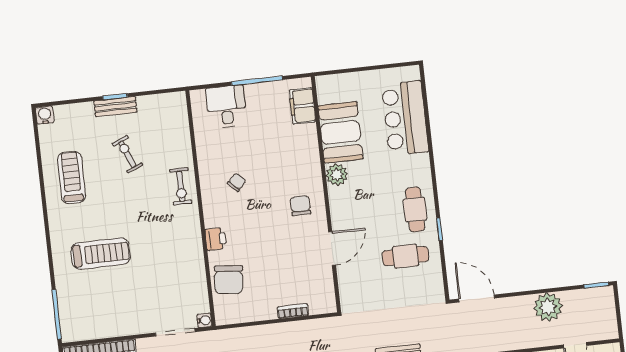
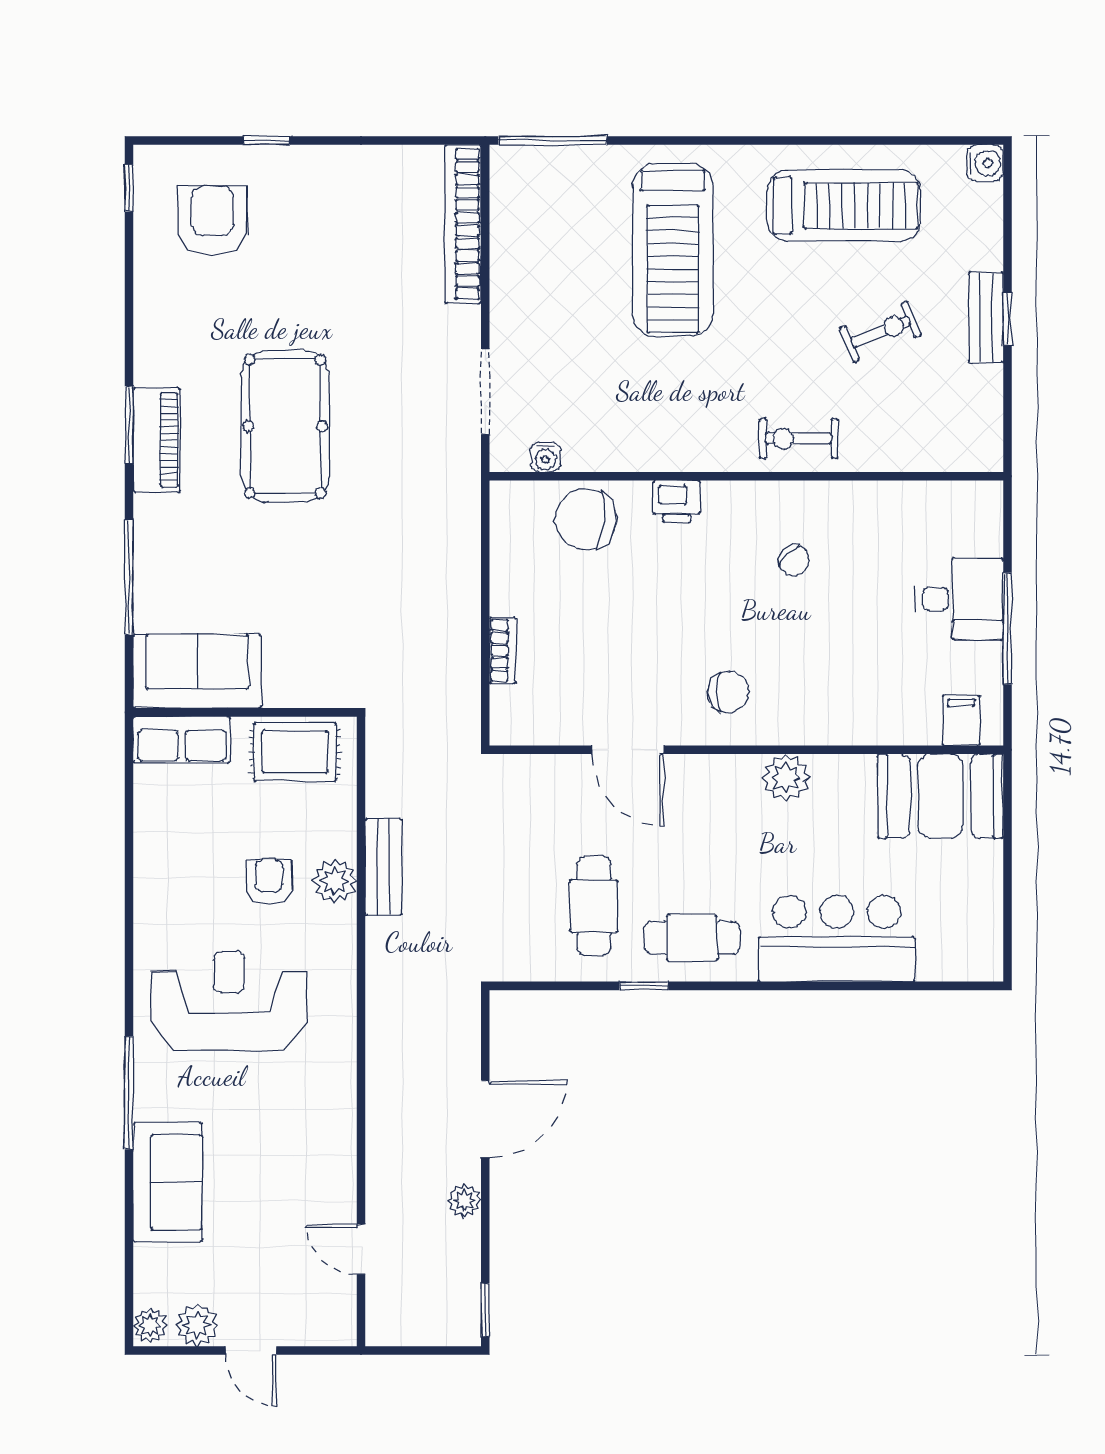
filing cabinet: (302, 106) -> (961, 720), width x0.50
desk: (226, 107) -> (959, 599), moved
bar counter: (405, 118) -> (837, 939), moved
booth: (341, 132) -> (940, 796), moved
treadmill: (71, 177) -> (844, 206), width x1.37, depth x1.38
treadmill: (101, 254) -> (673, 250), width x1.37, depth x1.38
door: (477, 299) -> (485, 1119), moved
plant: (548, 307) -> (464, 1201), width x0.53, depth x0.53
water cooler: (204, 320) -> (546, 457), moved

